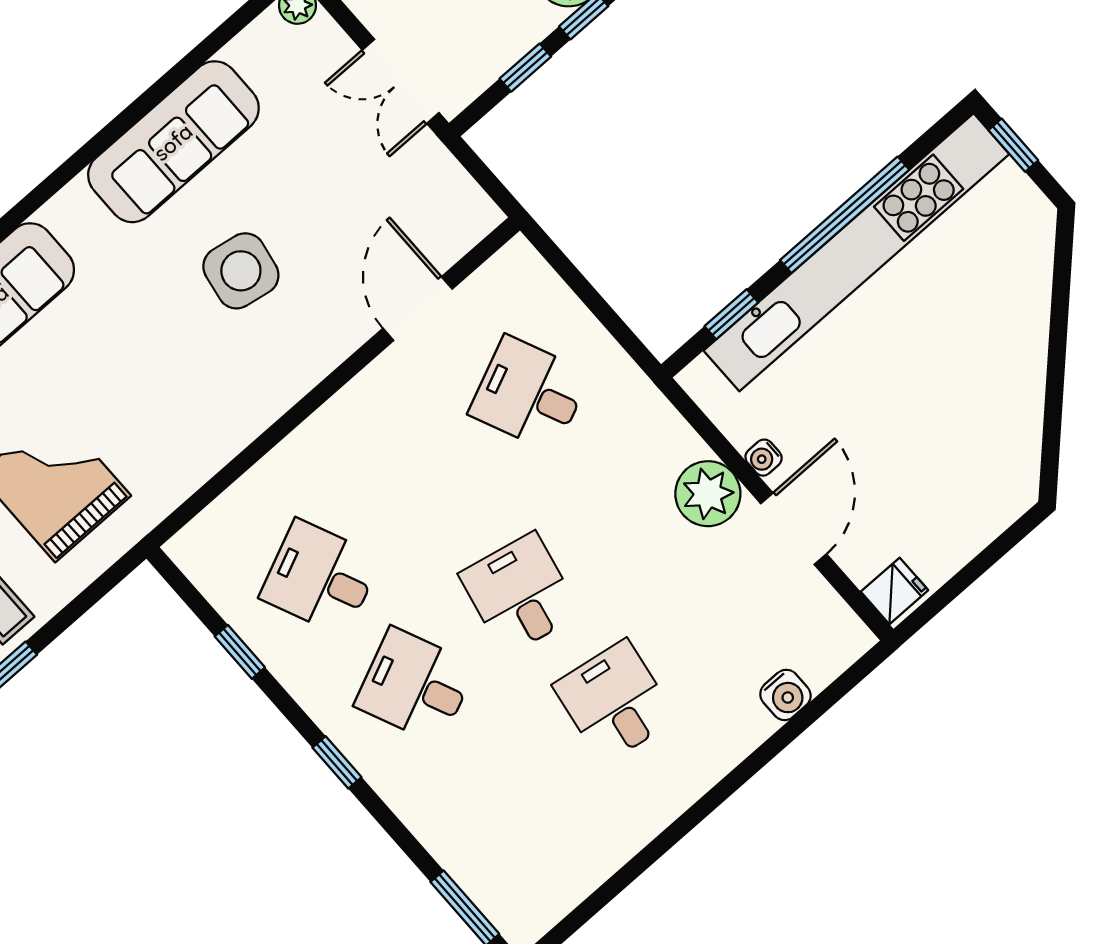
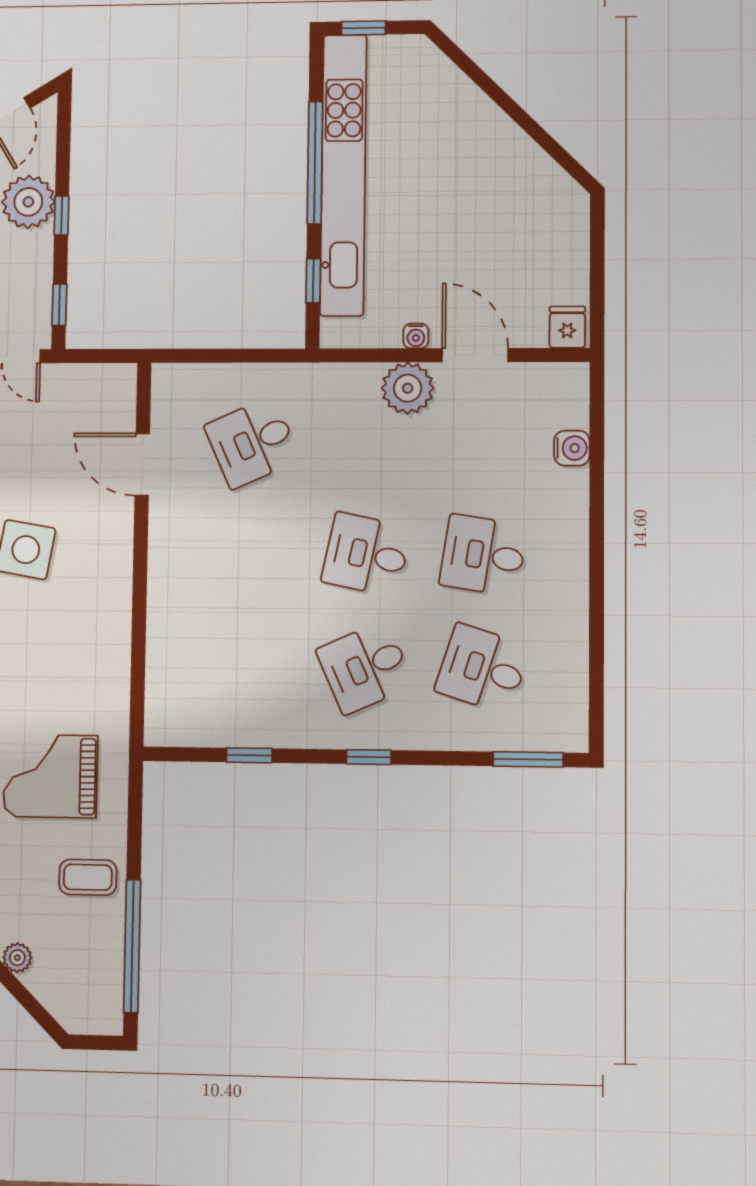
window: (525, 68) -> (59, 305), moved
desk: (320, 578) -> (483, 669), moved, turned 42

